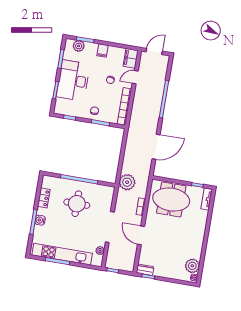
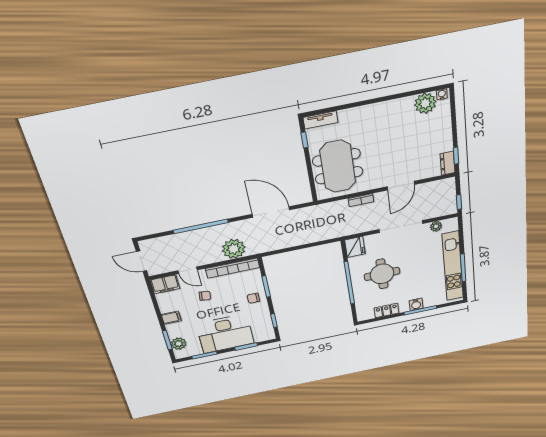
plant: (127, 182) -> (234, 249), moved
fridge: (107, 192) -> (355, 247), added

